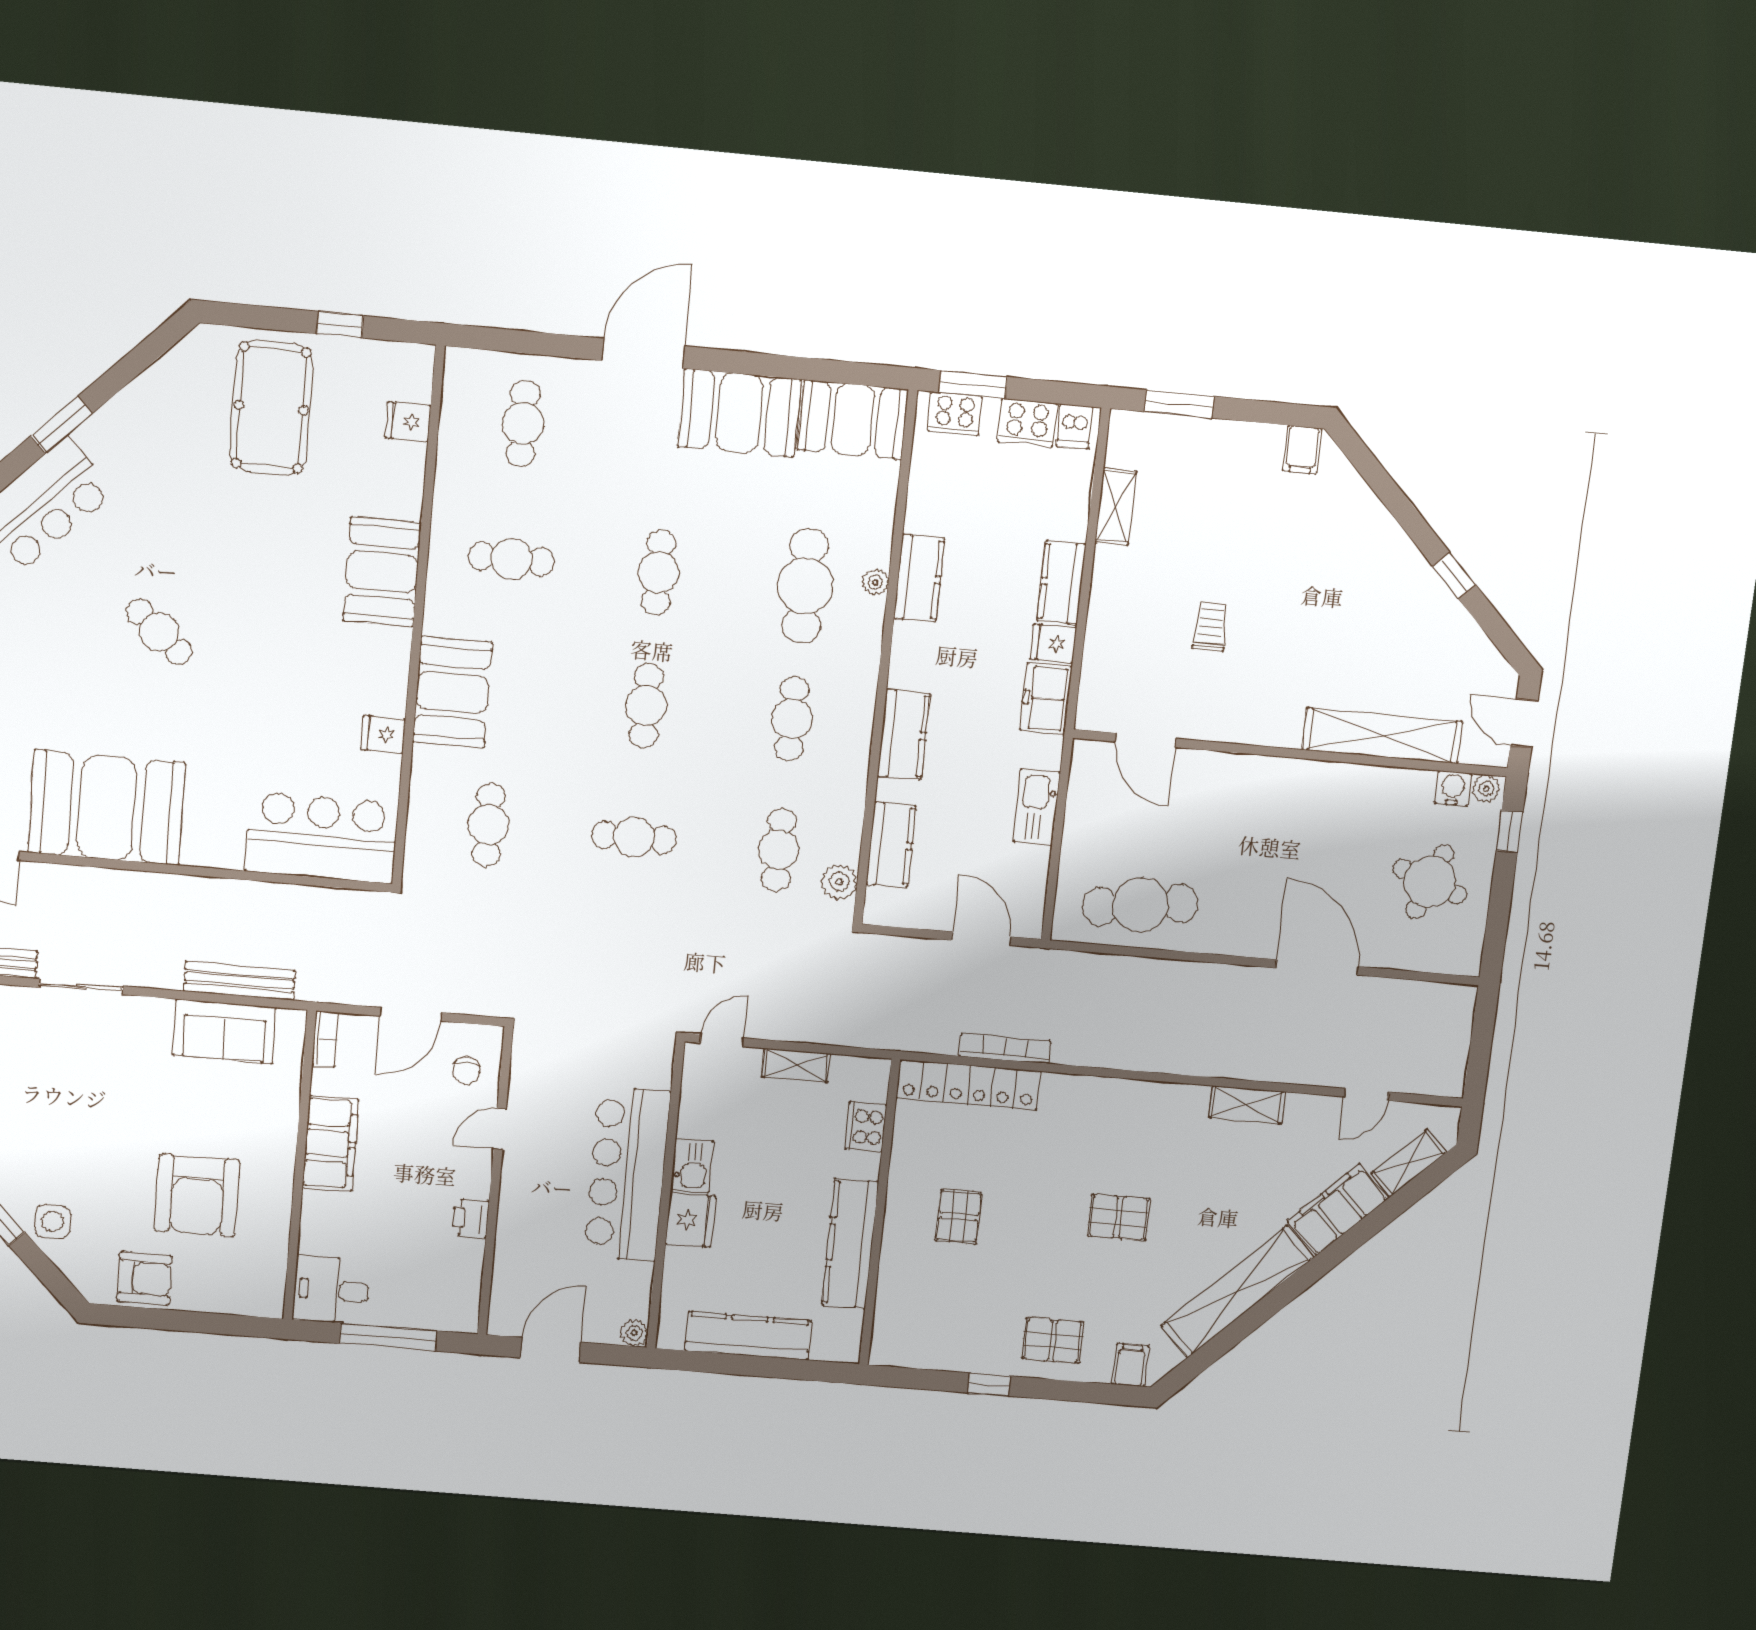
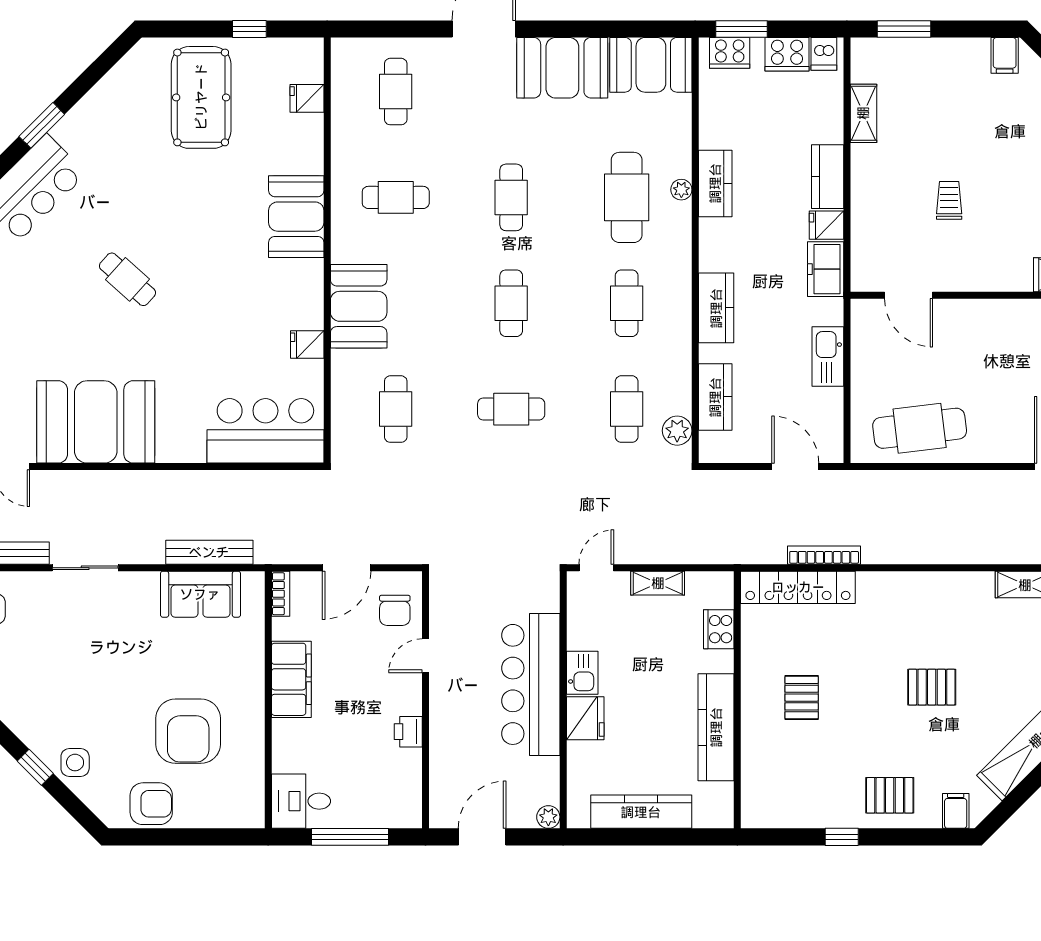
chair: (466, 1071) -> (395, 610), width x1.37, depth x1.37

